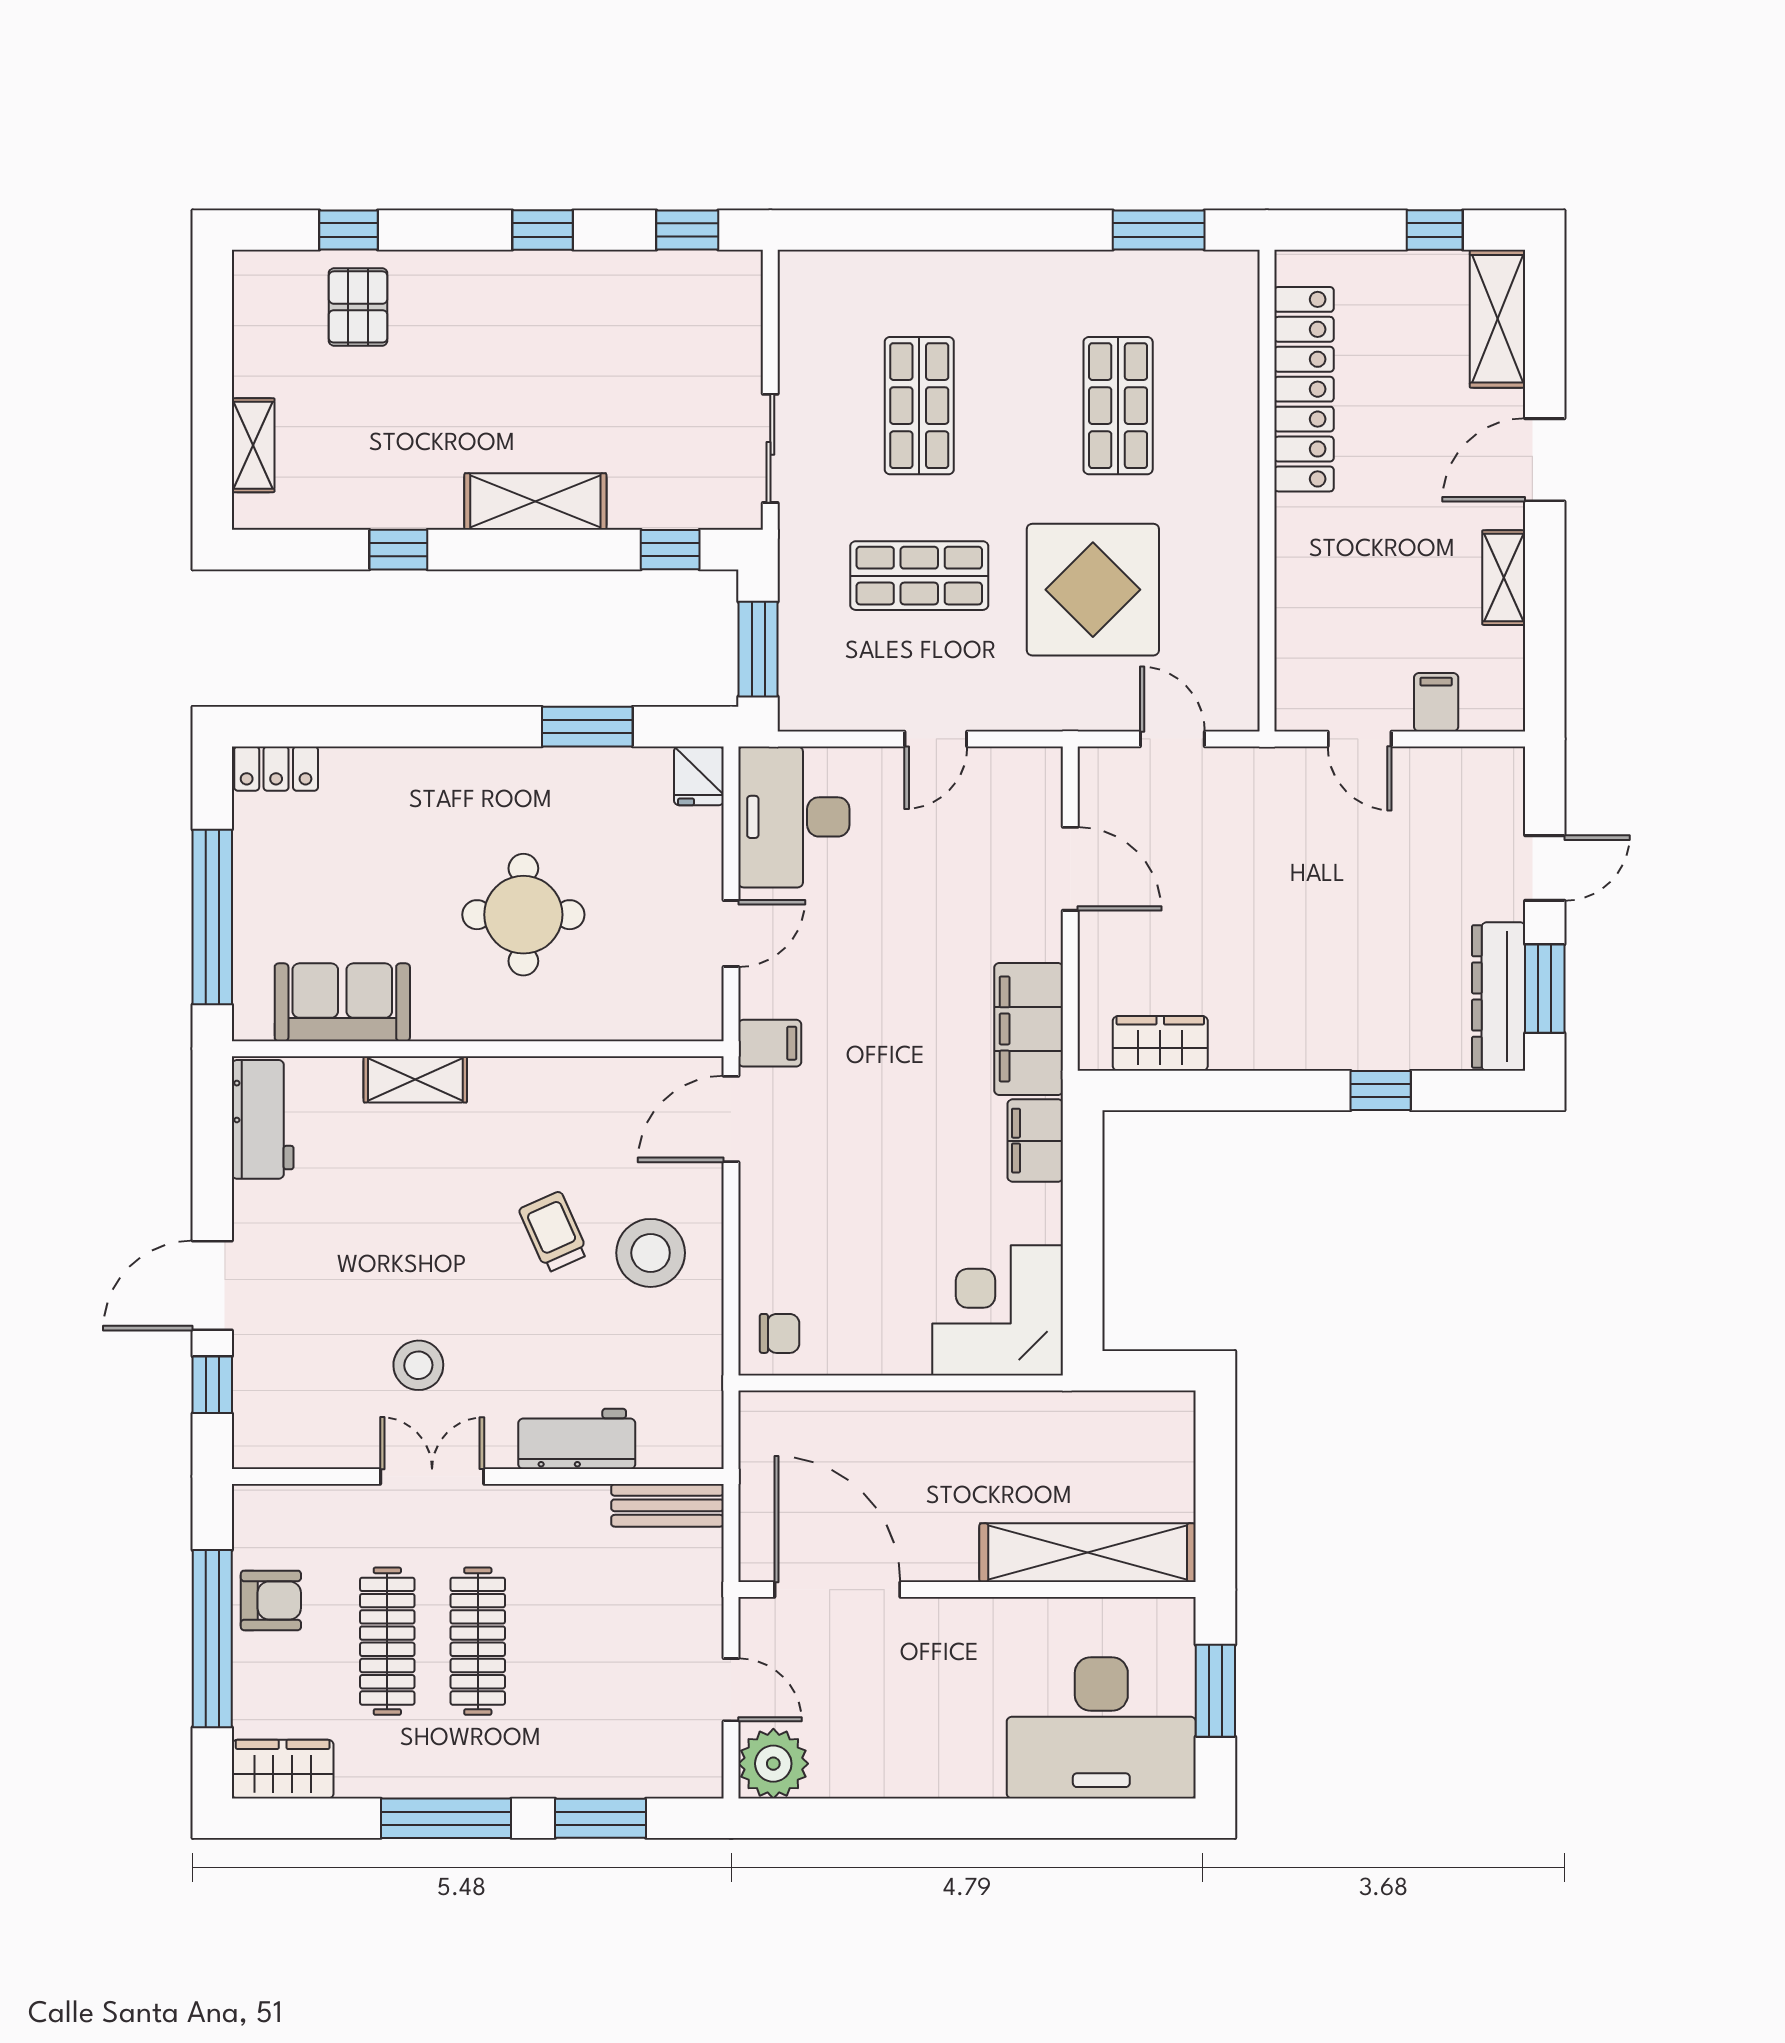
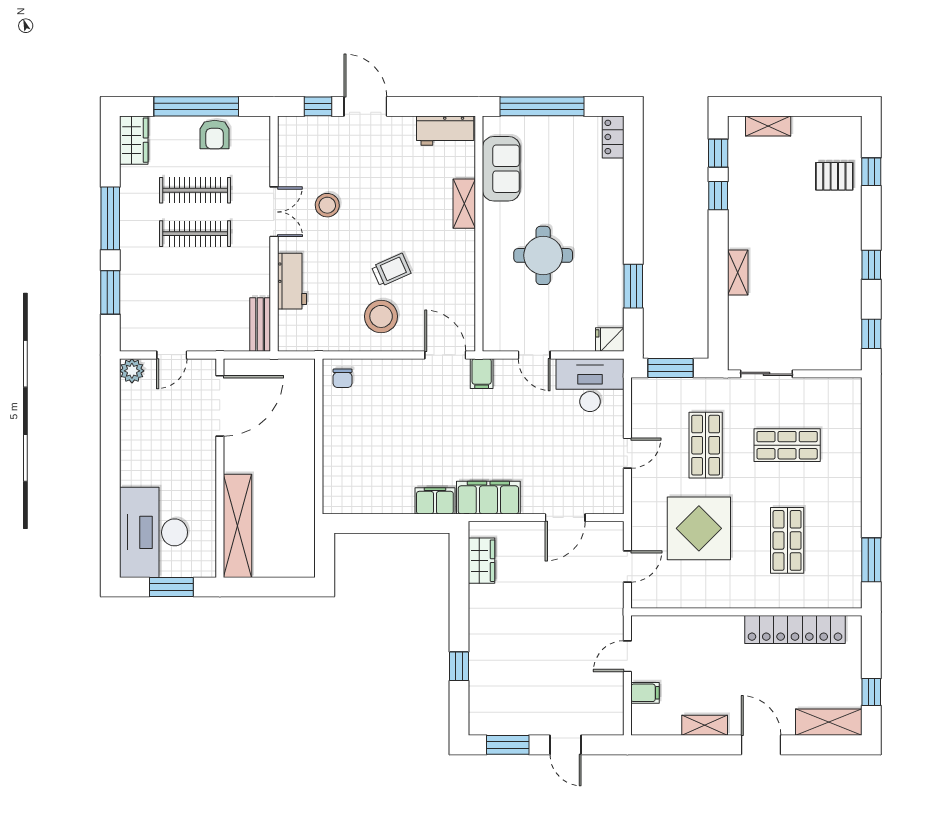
shop shelf: (1118, 406) -> (787, 540), turned 90
shelving: (535, 502) -> (738, 273), width x0.67, depth x0.75
window: (670, 550) -> (718, 153), moved
door: (936, 739) -> (627, 453), swing flipped
dresser: (1499, 996) -> (504, 723), removed
corner desk: (998, 1310) -> (354, 483), removed
plant: (773, 1764) -> (132, 371), width x0.73, depth x0.73

